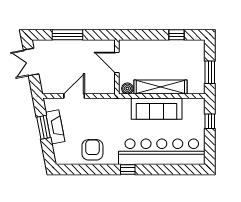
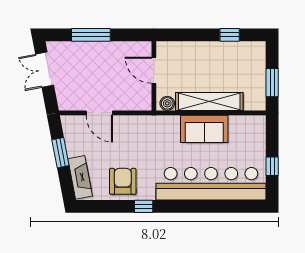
door: (74, 96) -> (99, 113), swing flipped
sofa: (157, 109) -> (204, 129), width x0.73
window: (210, 121) -> (272, 166), moved
fireplace: (55, 127) -> (80, 177), moved
window: (128, 169) -> (144, 206), moved

